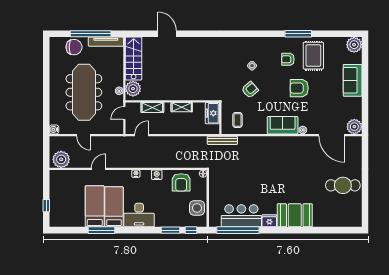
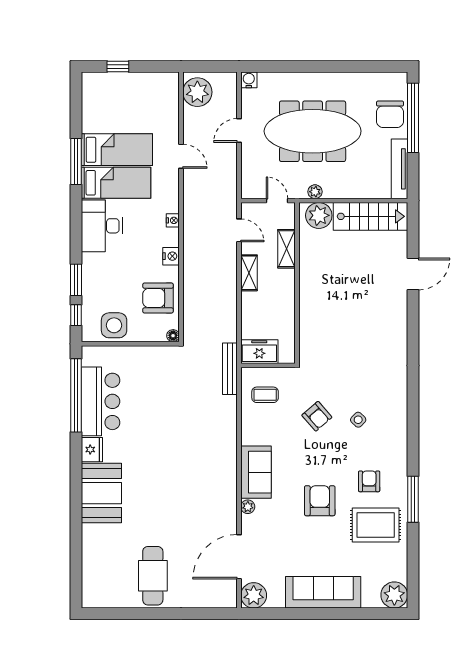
window: (91, 34) -> (413, 118), moved
sofa: (353, 80) -> (323, 592), width x1.36
shelving: (182, 107) -> (249, 273), moved
freezer: (212, 113) -> (259, 352), moved

